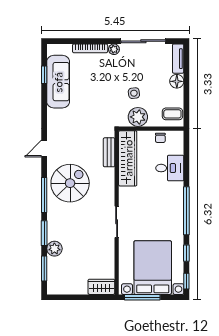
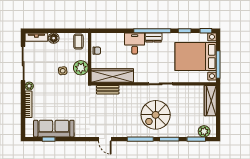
desk: (170, 168) -> (135, 43), moved
spiral stairs: (70, 183) -> (156, 115), moved, turned -90
dresser: (178, 212) -> (154, 37), added
plant: (54, 249) -> (204, 131), moved
wardrobe: (101, 287) -> (210, 101), width x1.50

